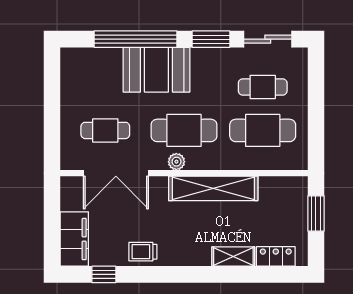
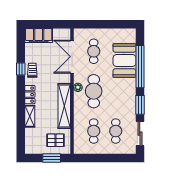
booth: (156, 70) -> (124, 60), moved
cafe table: (263, 130) -> (94, 131), width x0.73, depth x0.74
pallet: (281, 206) -> (55, 140), added
locker: (276, 256) -> (30, 95), moved
window: (104, 274) -> (21, 69), moved

